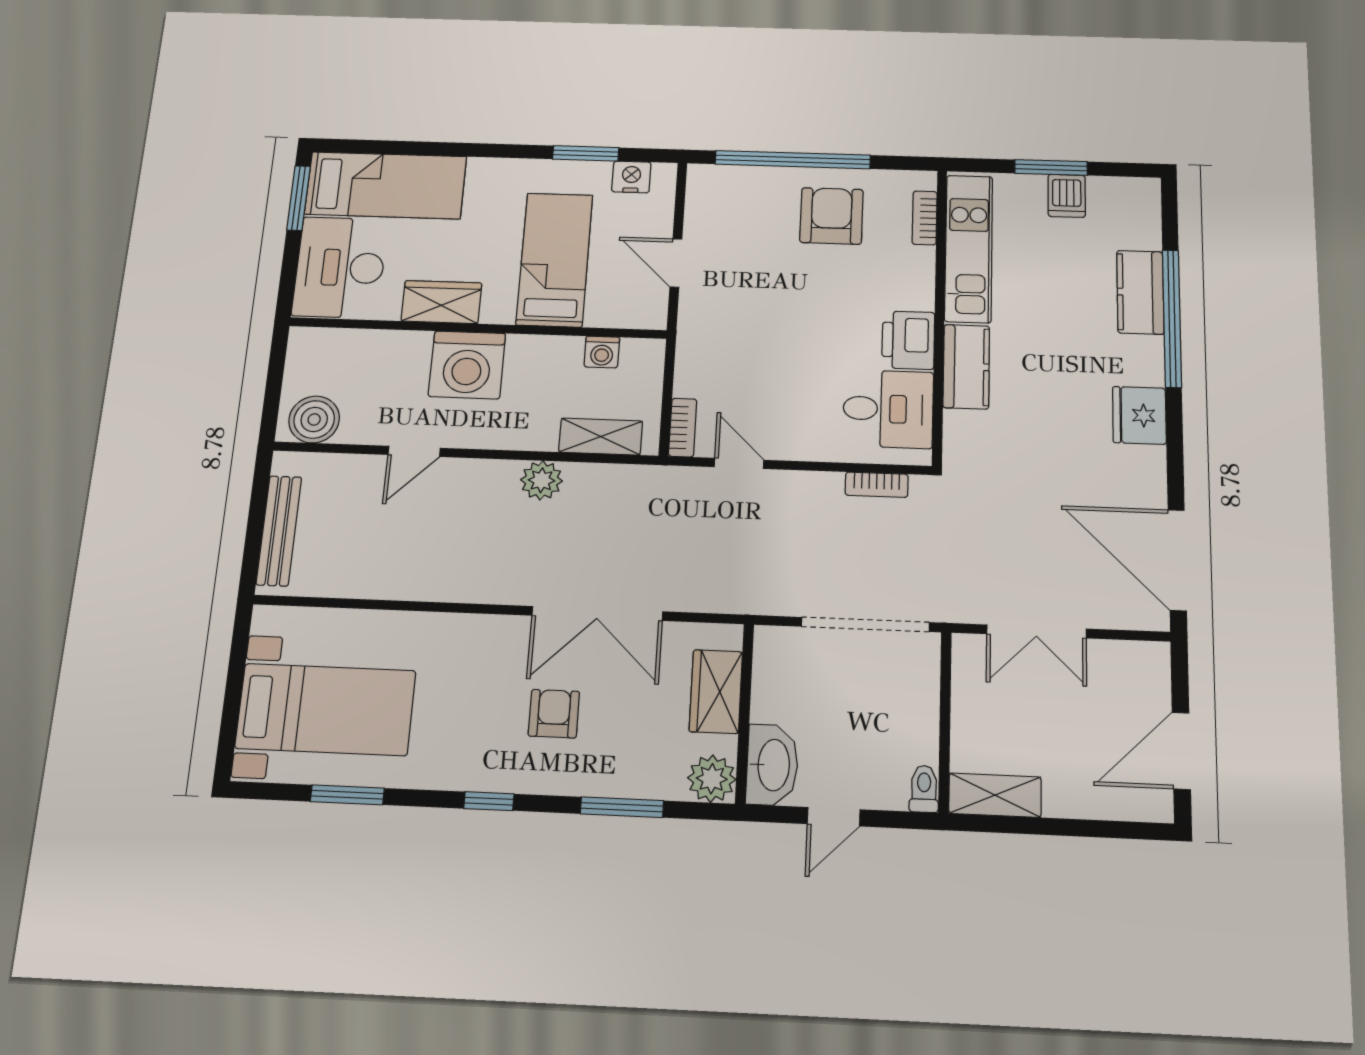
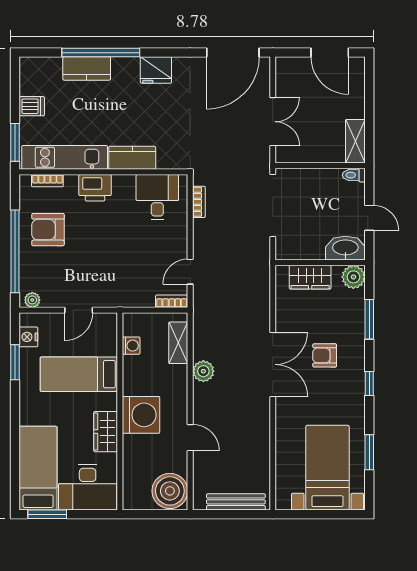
window: (1051, 167) -> (15, 142), moved
plant: (700, 185) -> (32, 300), added
printer: (908, 340) -> (95, 188), moved
boiler: (314, 419) -> (170, 491), width x1.37, depth x1.37
double door: (597, 614) -> (273, 364), moved

